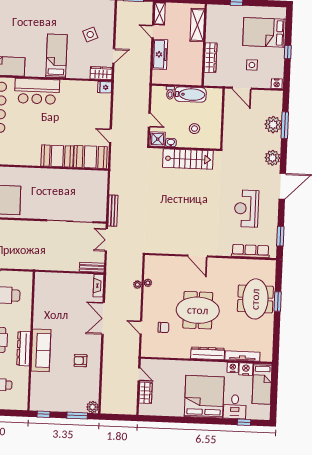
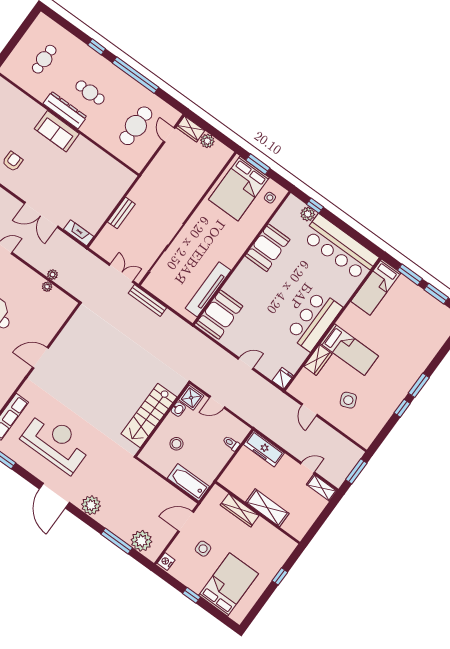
shelving: (197, 25) -> (267, 508), moved
freezer: (160, 54) -> (264, 449), moved
wardrobe: (101, 73) -> (318, 360), moved
bar counter: (37, 91) -> (314, 321), moved
bathtub: (190, 95) -> (188, 482), moved, turned 90
plant: (273, 125) -> (141, 541), moved
door: (110, 136) -> (246, 364), moved
booth: (57, 156) -> (268, 248), moved
tv unit: (79, 176) -> (208, 289), added
reception desk: (246, 209) -> (56, 442), width x1.36, depth x1.30
bench: (92, 267) -> (121, 213), moved
double door: (103, 318) -> (41, 215), swing flipped
sofa: (41, 350) -> (57, 131), width x0.73

